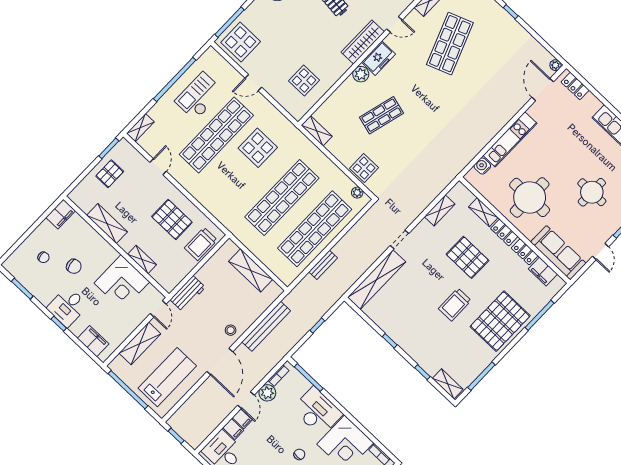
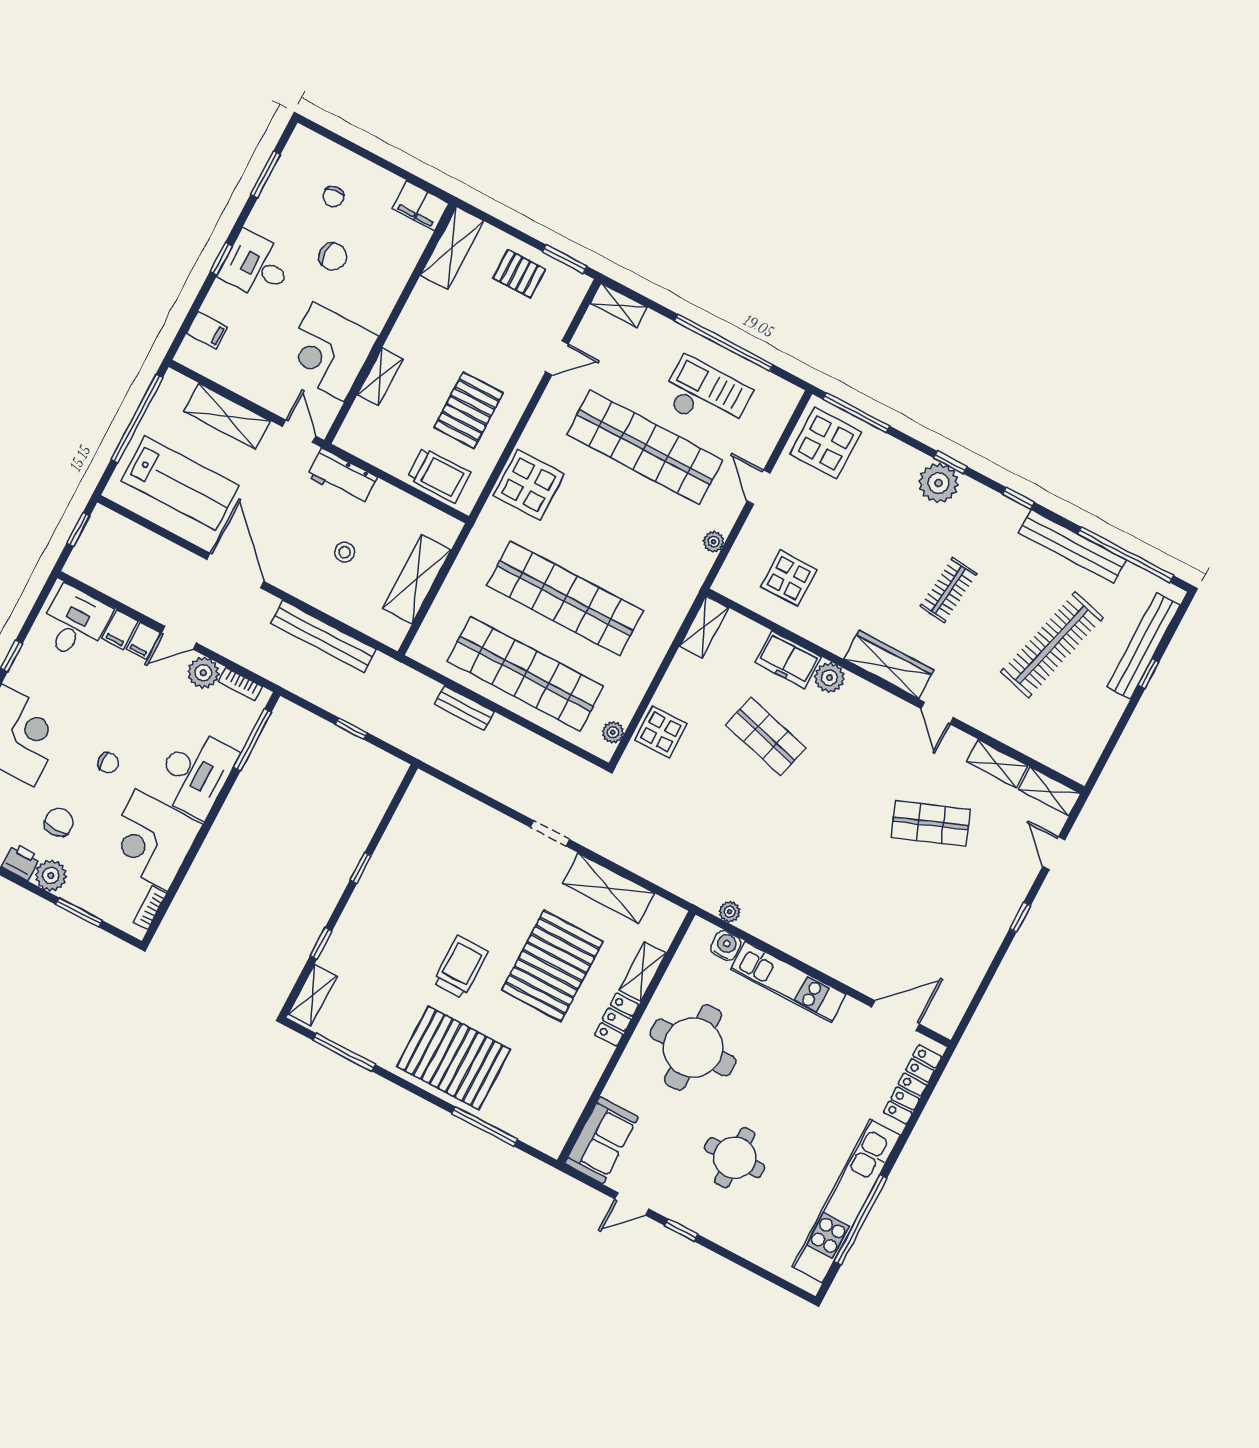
shop shelf: (450, 44) -> (931, 823), width x0.70, depth x0.74
freezer: (379, 58) -> (788, 660), moved
plant: (555, 65) -> (730, 912), moved
locker: (575, 86) -> (912, 1085), width x1.53
plant: (275, 114) -> (714, 542), added
display table: (258, 148) -> (529, 485), moved
shelving: (440, 210) -> (608, 888), width x1.50, depth x1.33
shelving: (107, 224) -> (452, 248), moved
trolley: (201, 244) -> (439, 475), turned 180
locker: (525, 252) -> (592, 1067), removed
sofa: (558, 253) -> (601, 1140), width x0.73
pallet: (467, 257) -> (552, 966), width x1.37, depth x1.41
chair: (74, 266) -> (333, 257), turned -79
filing cabinet: (543, 271) -> (566, 1110), removed
shelving: (377, 280) -> (465, 812), removed
trolley: (455, 305) -> (460, 967), turned 90
door: (158, 309) -> (299, 431), swing flipped
stool: (231, 330) -> (345, 552), moved
filing cabinet: (93, 341) -> (207, 330), width x0.50
door: (220, 362) -> (235, 571), swing flipped

